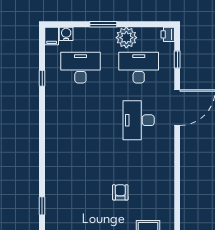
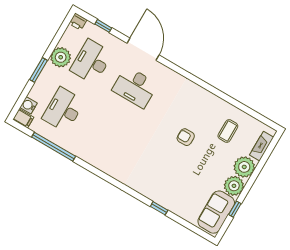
window: (42, 78) -> (54, 147), width x3.17

